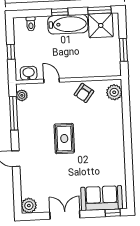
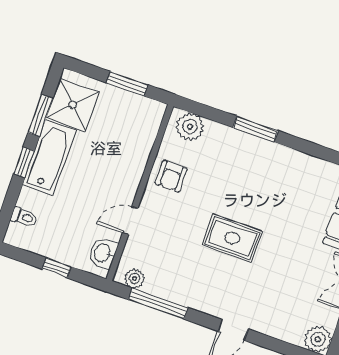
window: (99, 10) -> (40, 115), moved
armchair: (84, 93) -> (171, 176), turned 53
window: (127, 127) -> (256, 129), added

